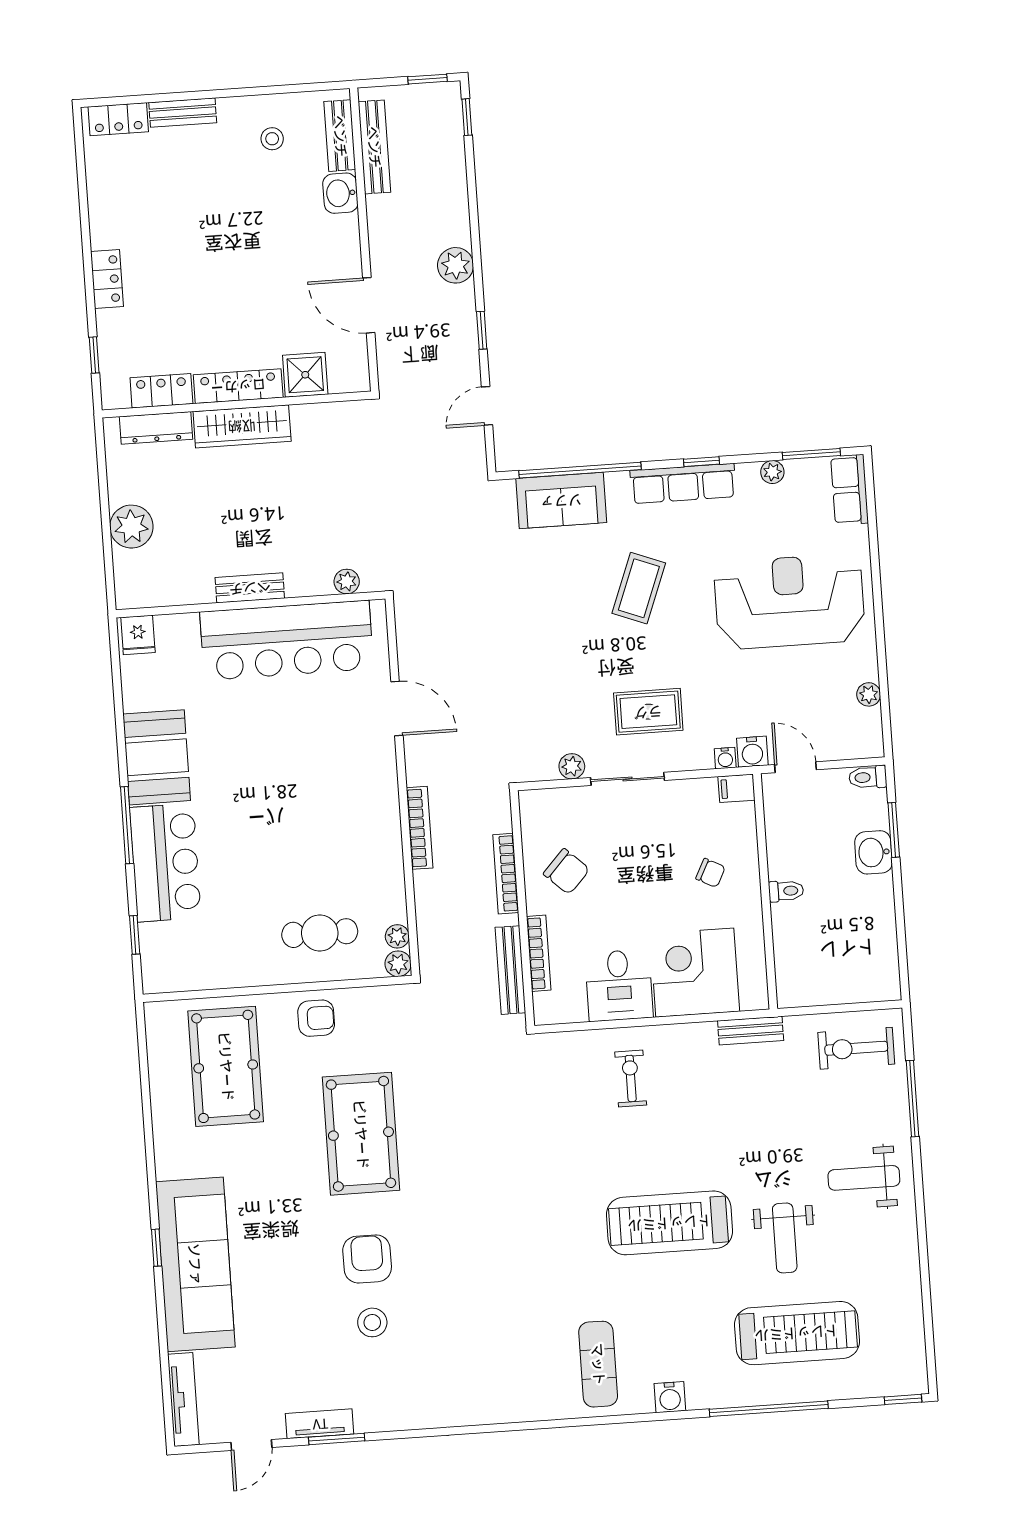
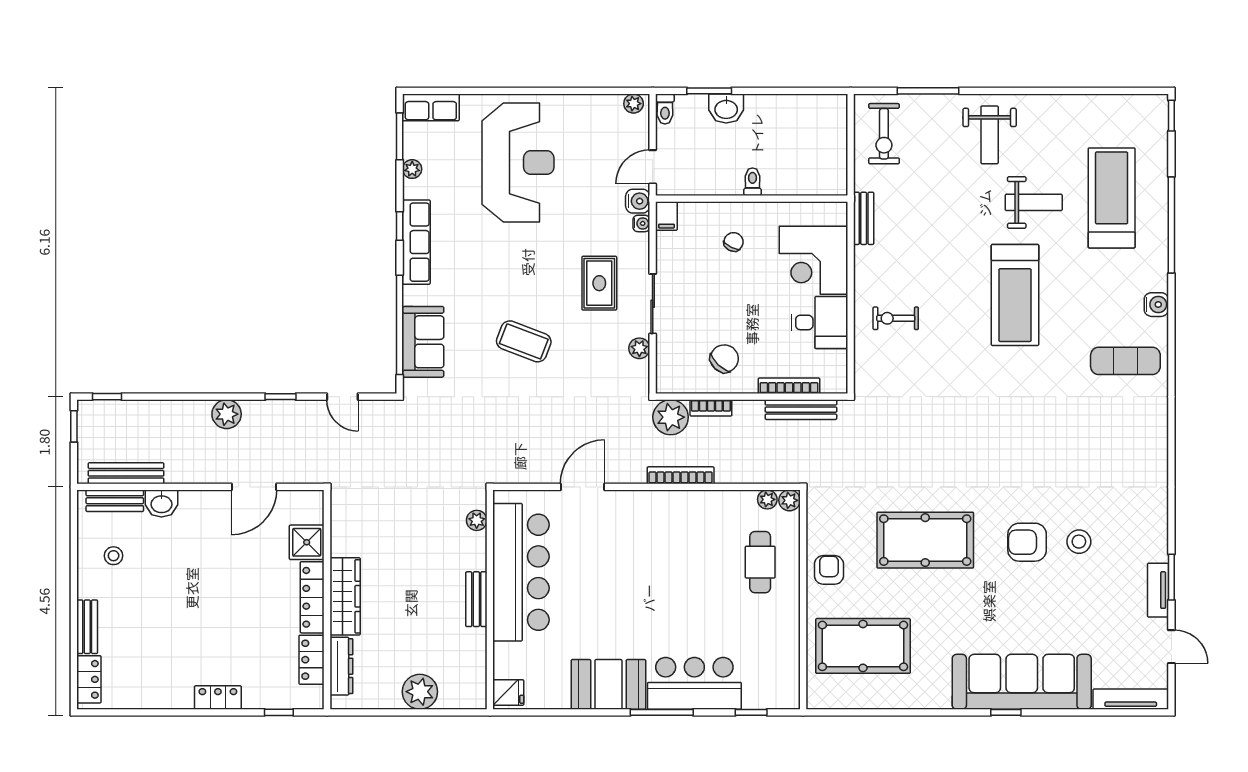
coffee table: (639, 588) -> (524, 341), moved
reception desk: (789, 601) -> (518, 163), turned 180
plant: (869, 694) -> (634, 104), moved
plant: (490, 811) -> (671, 417), added
bookcase: (506, 874) -> (711, 408), width x0.64

